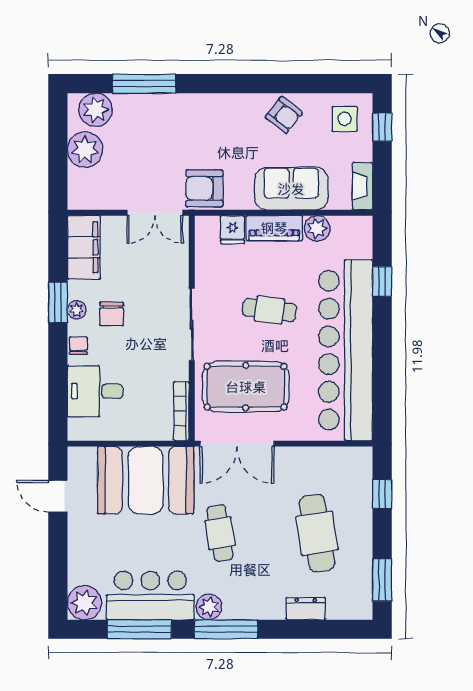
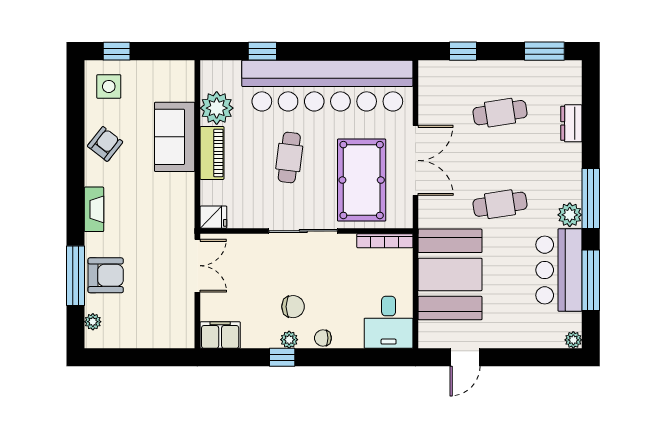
plant: (96, 110) -> (93, 322), width x0.53, depth x0.53
plant: (85, 150) -> (138, 332), removed
fireplace: (363, 186) -> (94, 209), moved, turned -90
armchair: (204, 188) -> (106, 275), moved, turned -90
plant: (317, 228) -> (217, 108), width x1.36, depth x1.36
fridge: (232, 230) -> (213, 217), moved
filing cabinet: (84, 247) -> (220, 335), width x0.67, depth x0.86
window: (58, 302) -> (282, 357), width x0.67
desk: (95, 391) -> (389, 322), moved
double door: (237, 444) -> (415, 160), moved
cafe table: (317, 533) -> (500, 113), width x0.73, depth x0.74
plant: (84, 603) -> (573, 340), width x0.53, depth x0.53

